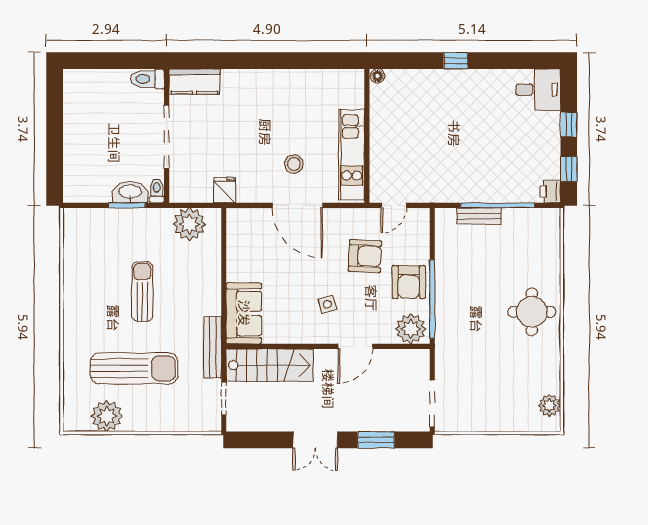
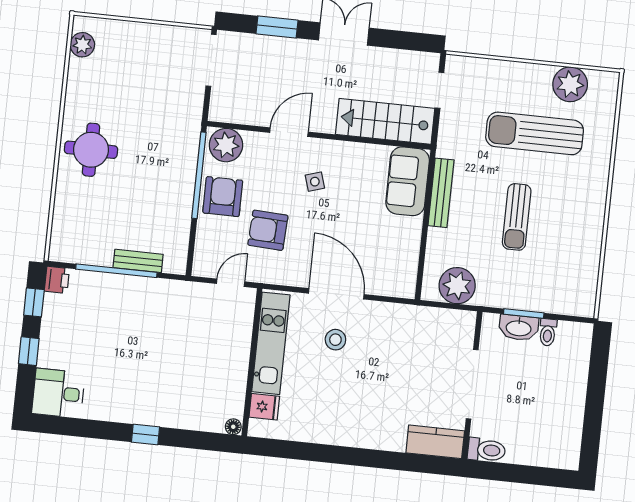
fridge: (225, 190) -> (264, 407), moved, turned -90
toilet: (157, 191) -> (548, 332), moved
bench: (213, 347) -> (441, 193), moved

